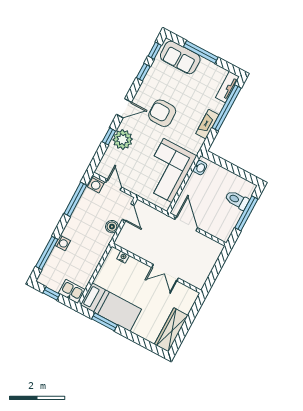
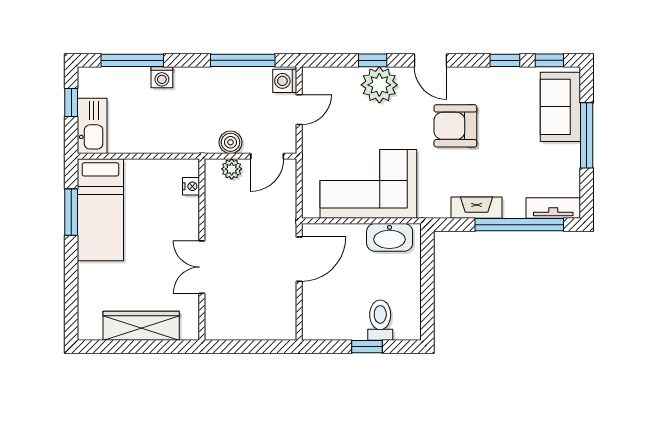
armchair: (162, 113) -> (455, 126), turned -90
washbasin: (200, 168) -> (390, 237), width x1.91, depth x1.45
window: (246, 213) -> (367, 347), width x0.46
plant: (125, 233) -> (232, 169), added
kitchen sink: (72, 291) -> (92, 126), width x1.38
wardrobe: (171, 330) -> (141, 326), moved

